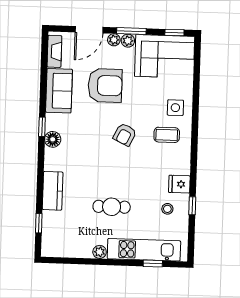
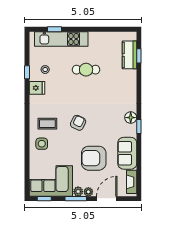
kitchen counter: (53, 191) -> (130, 55), moved
plant: (100, 252) -> (94, 36), removed

